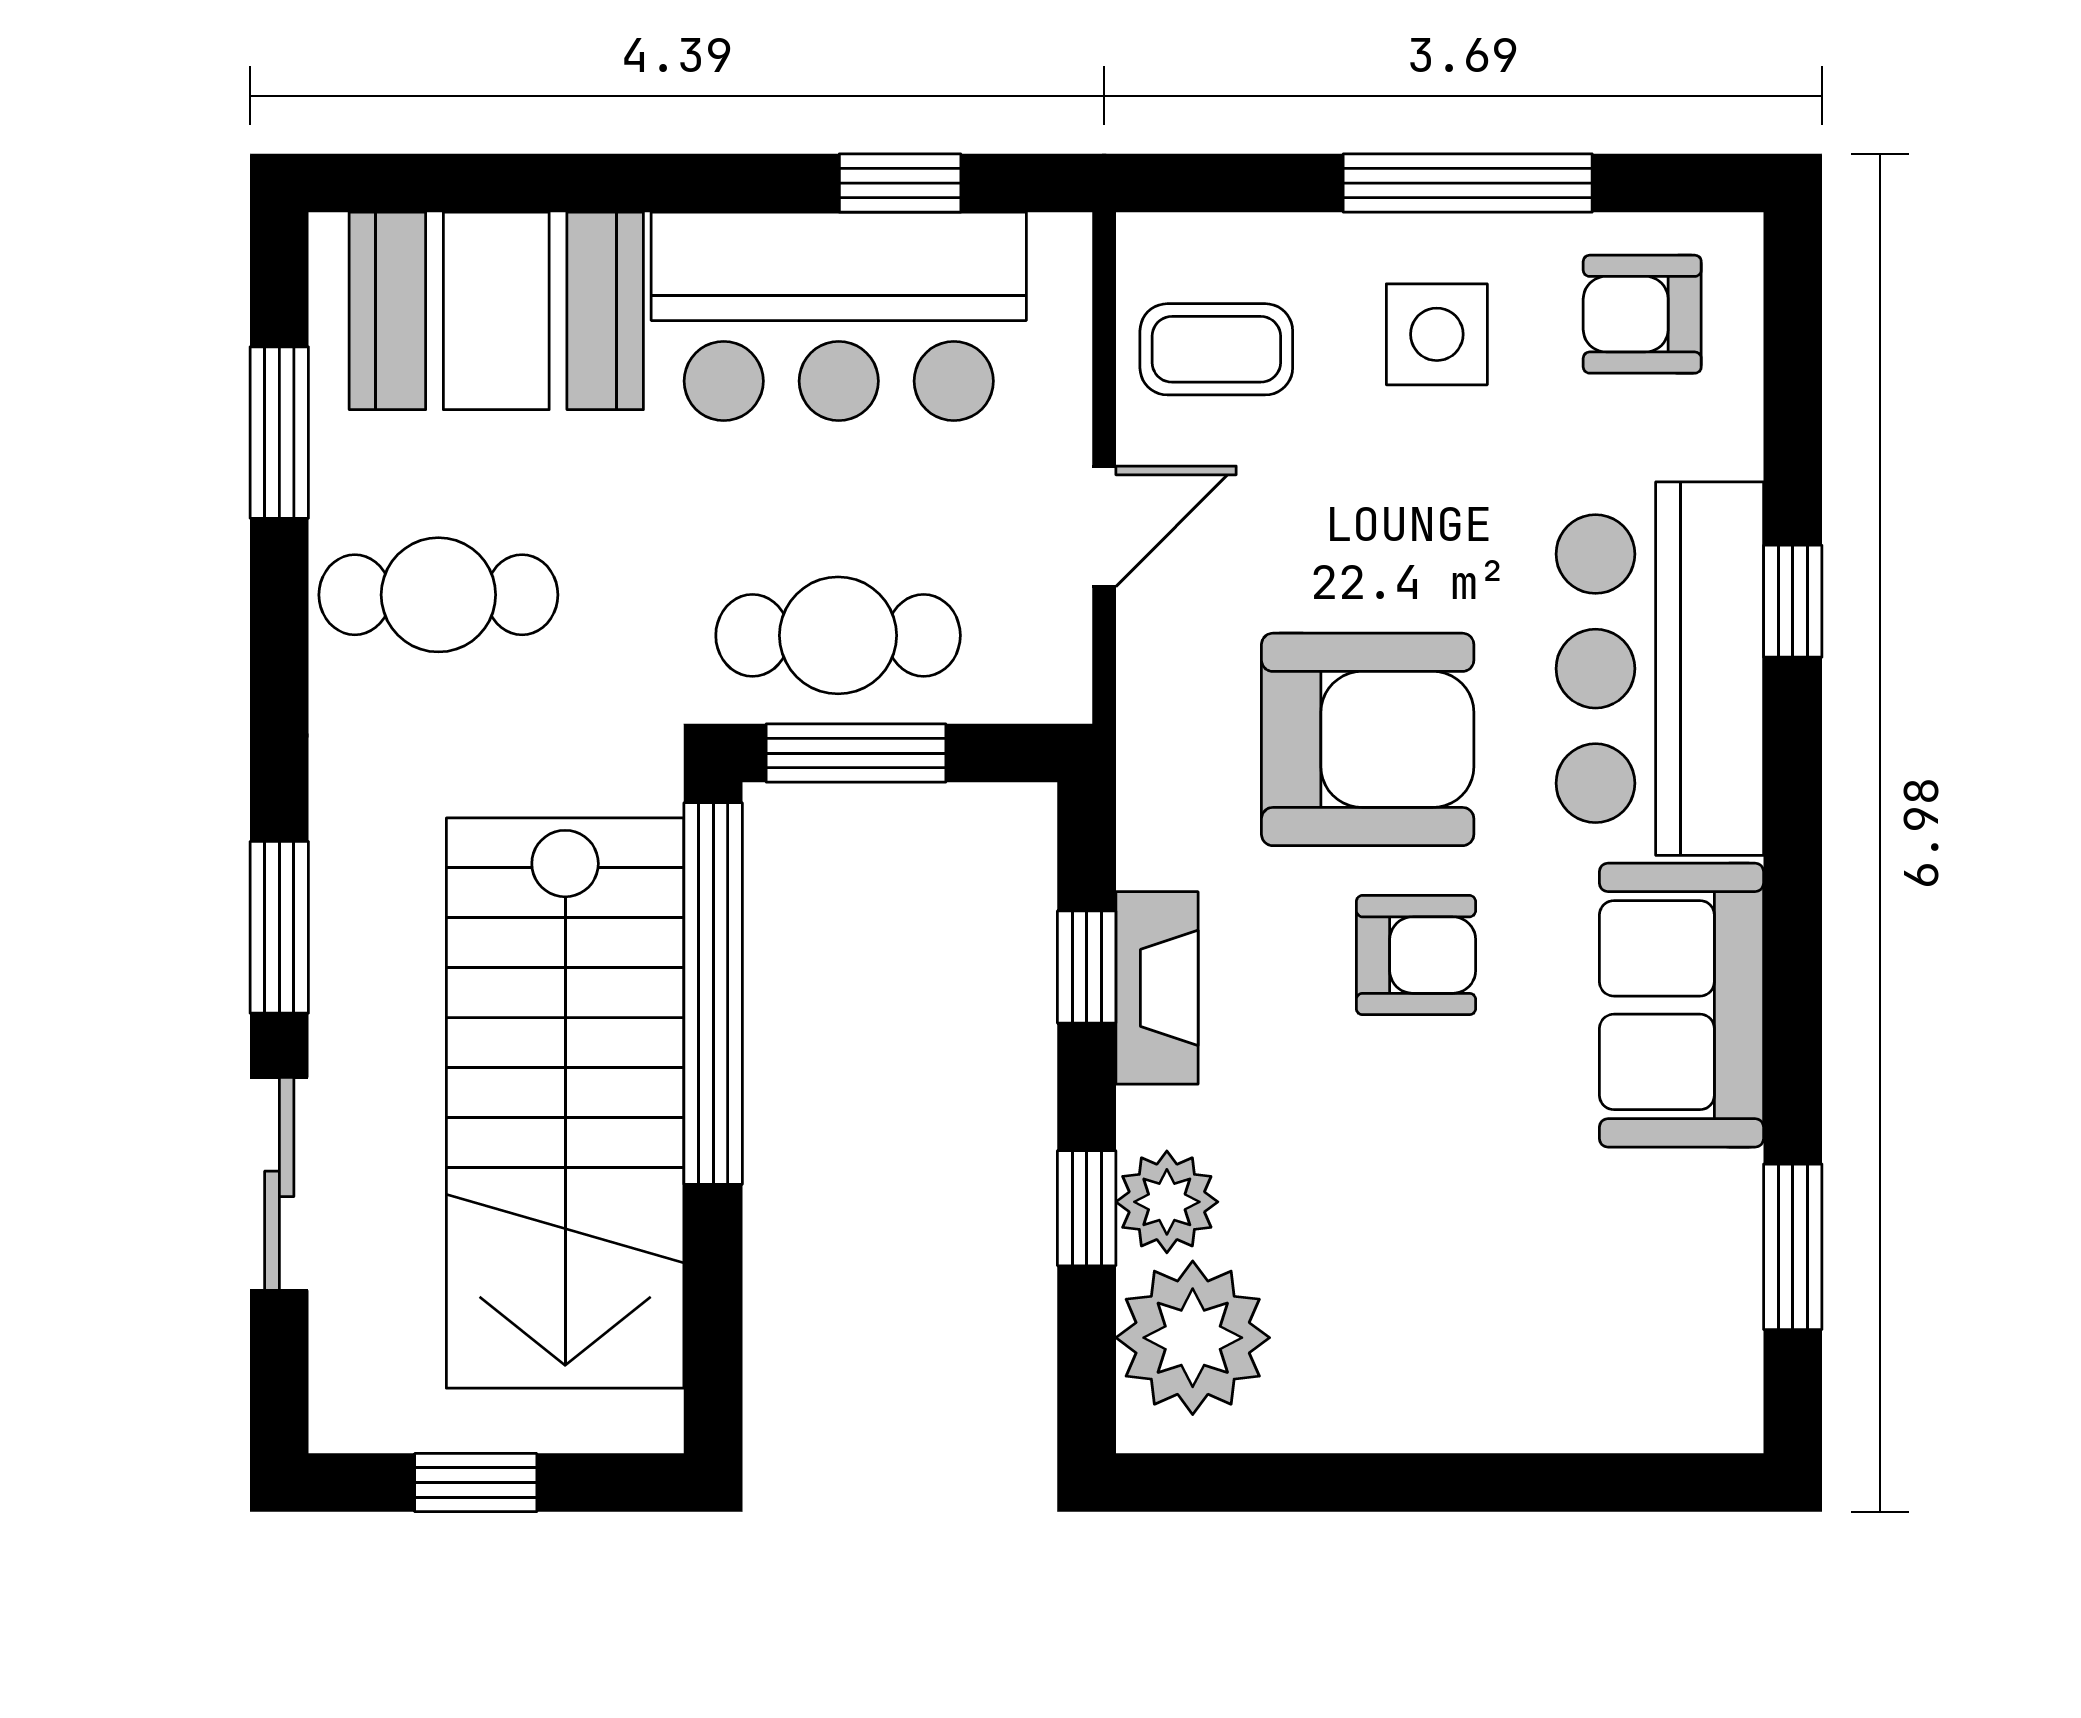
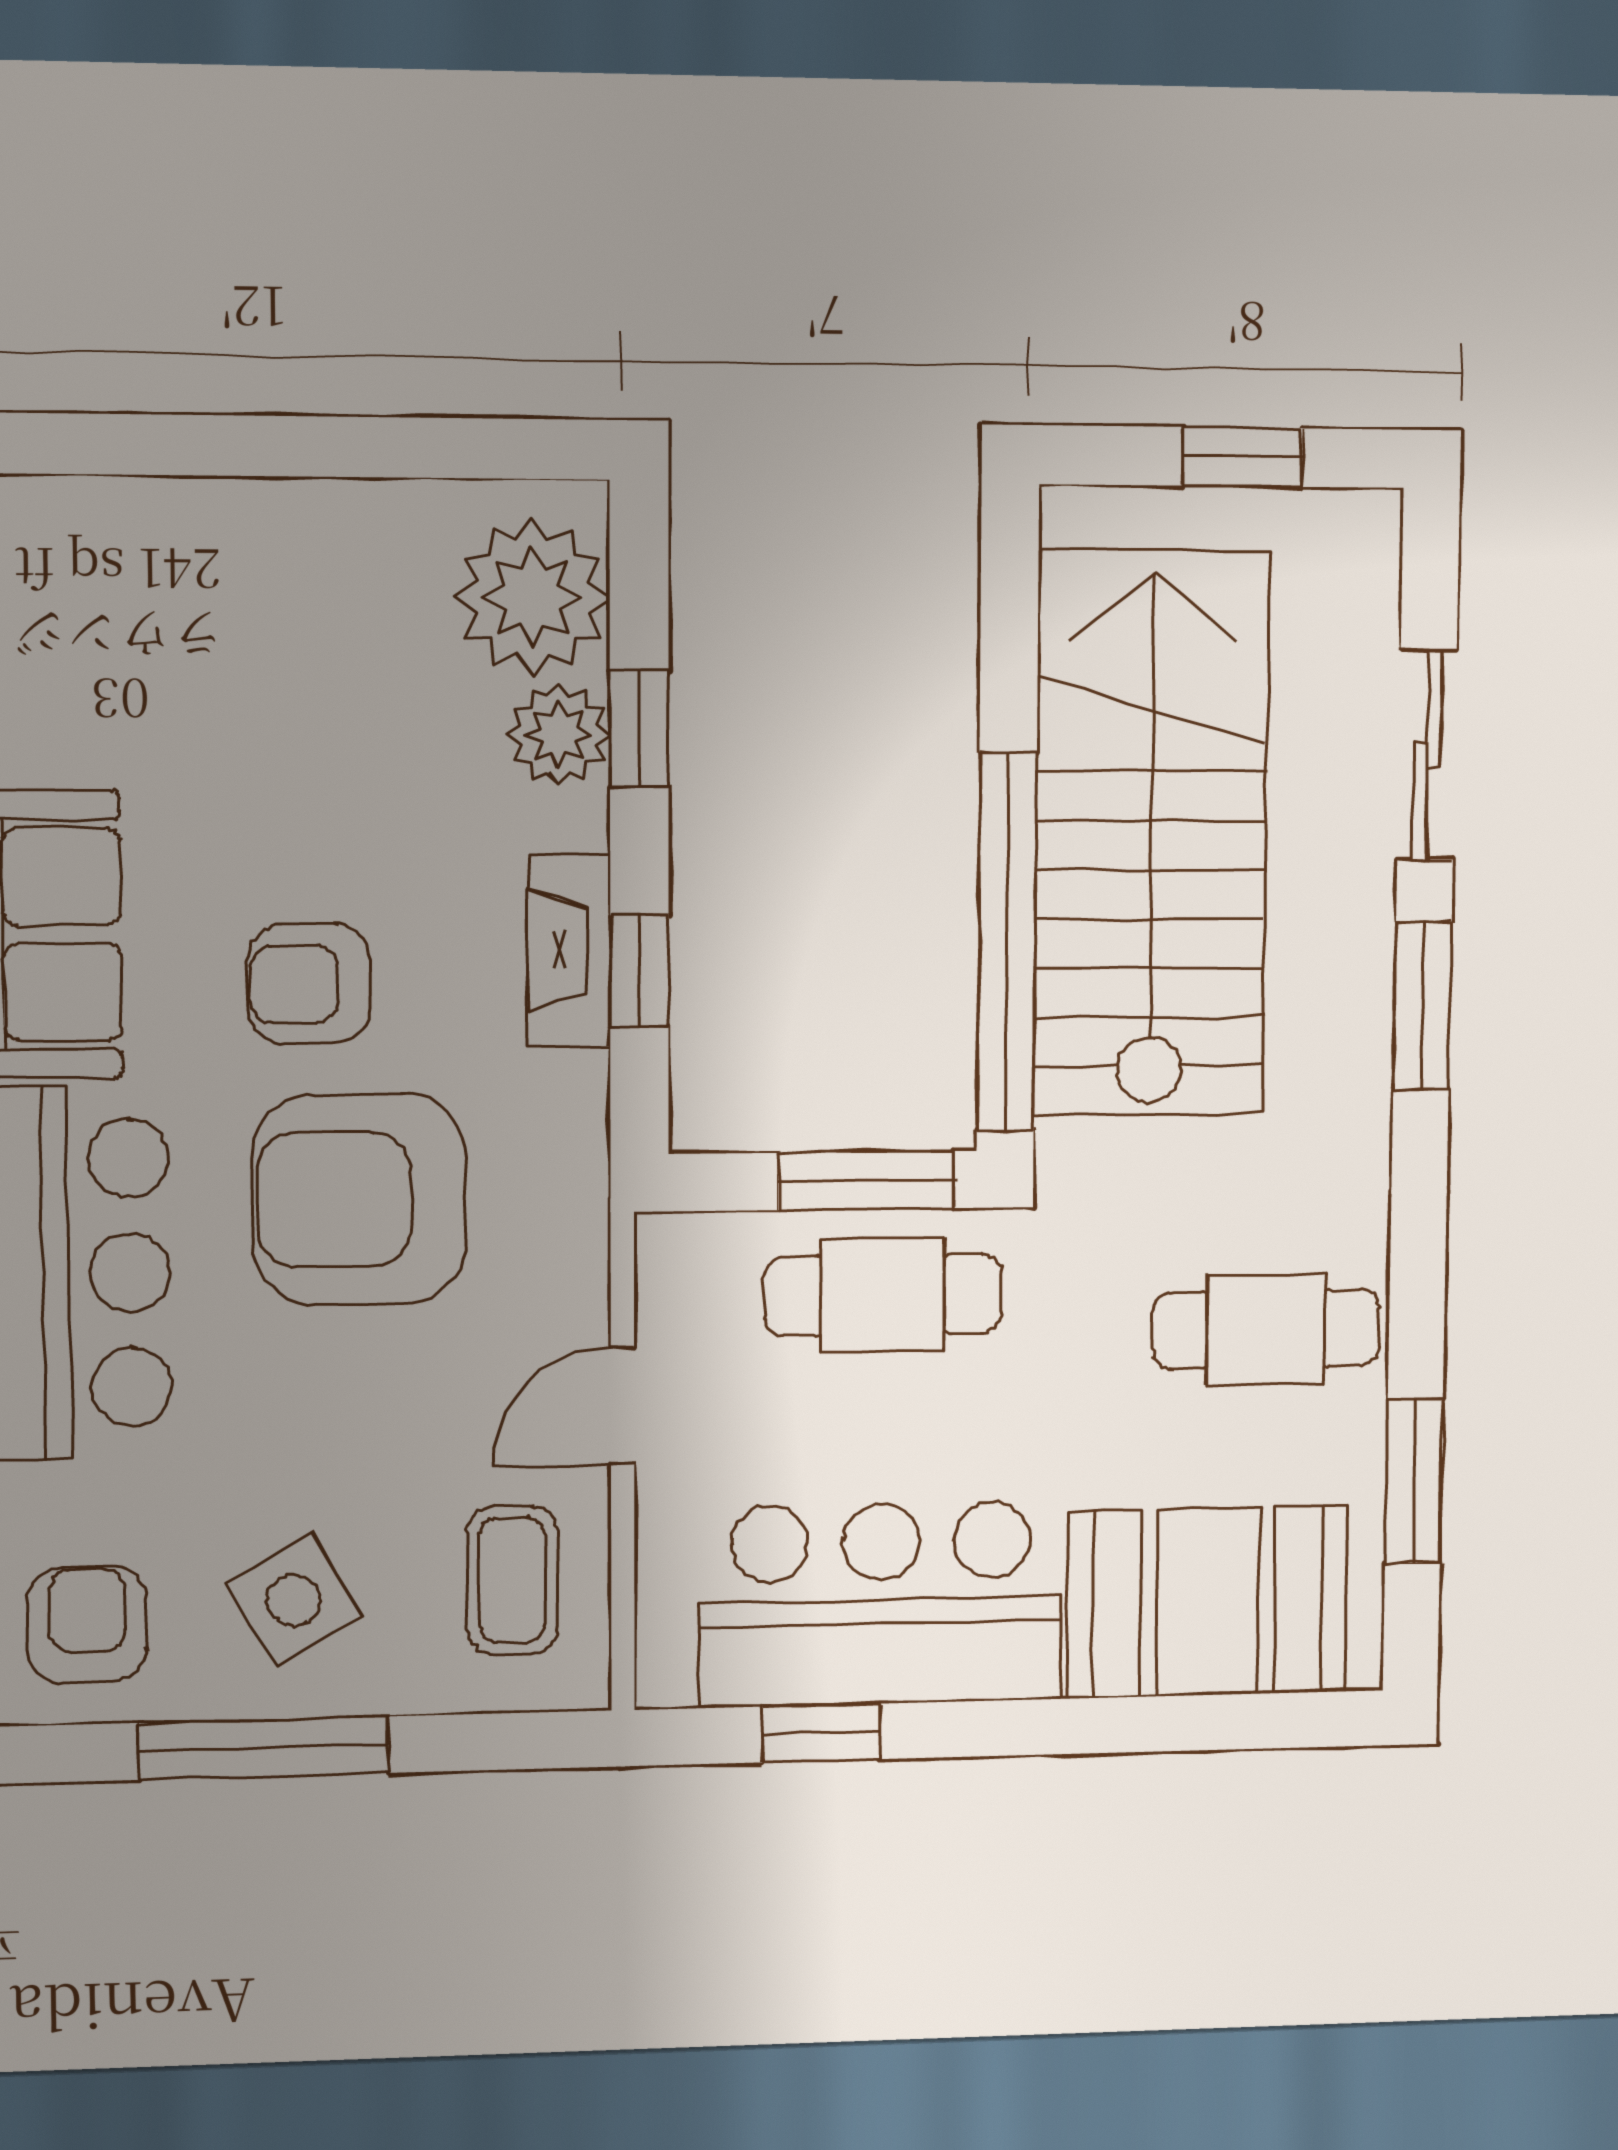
armchair: (1642, 314) -> (87, 1624), turned -90
side table: (1437, 334) -> (294, 1600), turned -30
coffee table: (1216, 349) -> (512, 1580), turned 90

